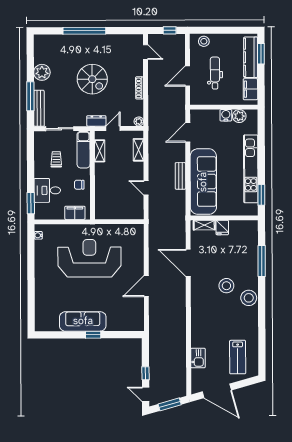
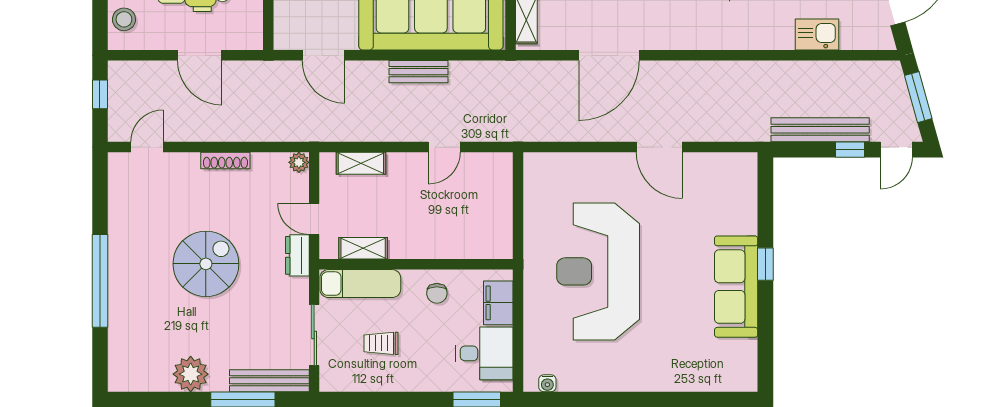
desk: (47, 190) -> (484, 353), moved, turned -90
bench: (155, 360) -> (820, 130), added

